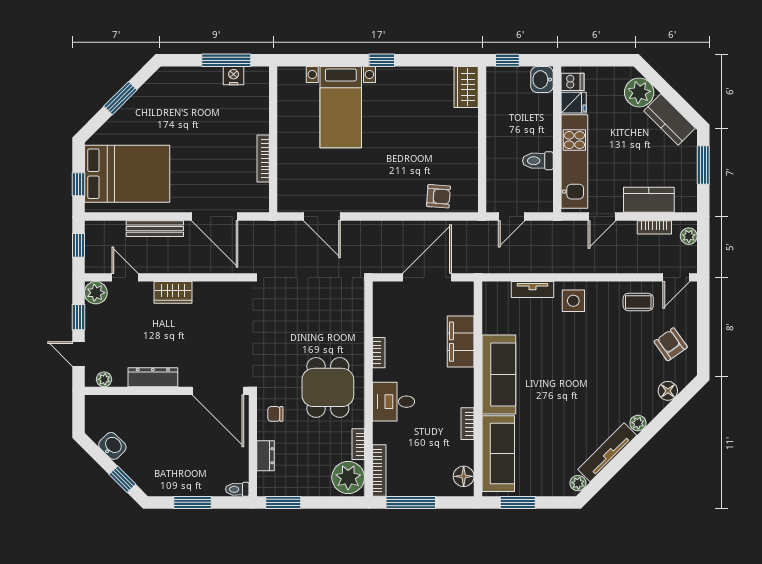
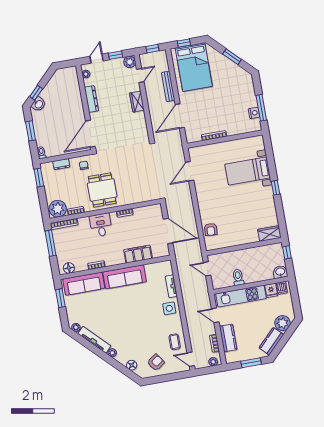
dining table: (328, 387) -> (102, 190), turned 90
washbasin: (112, 446) -> (39, 104), moved

